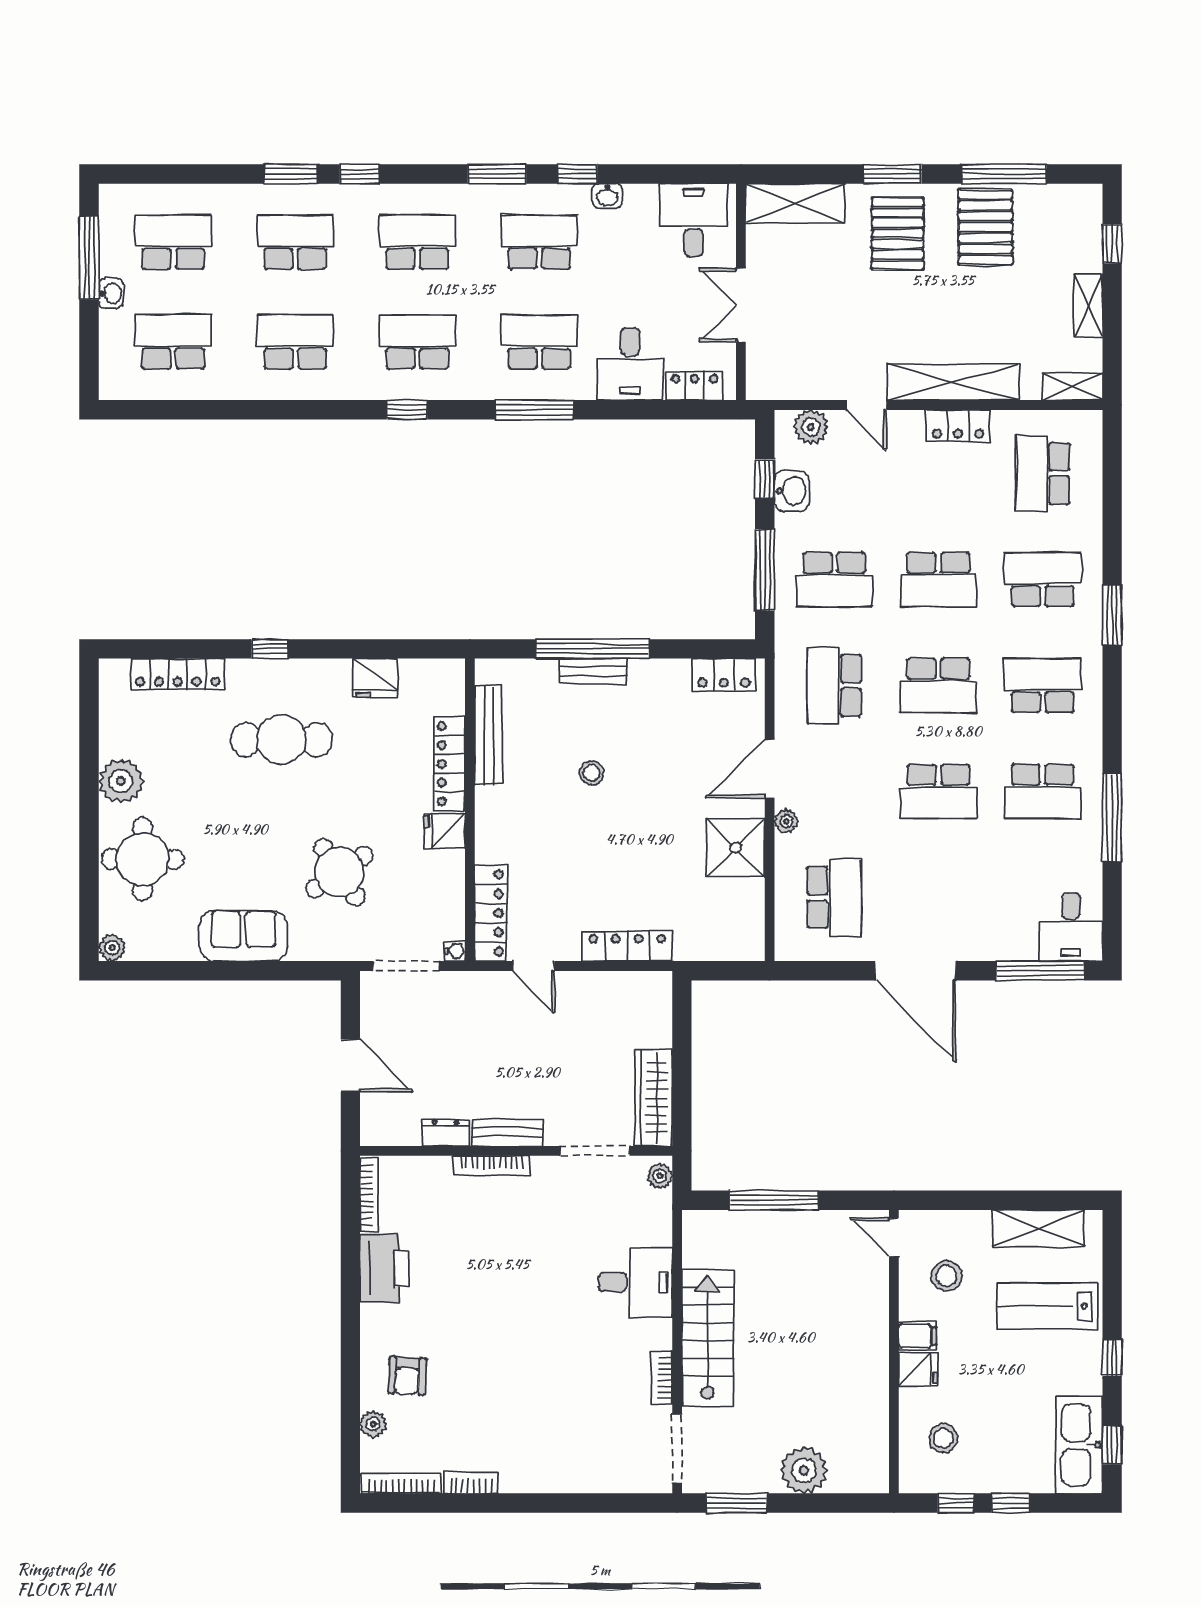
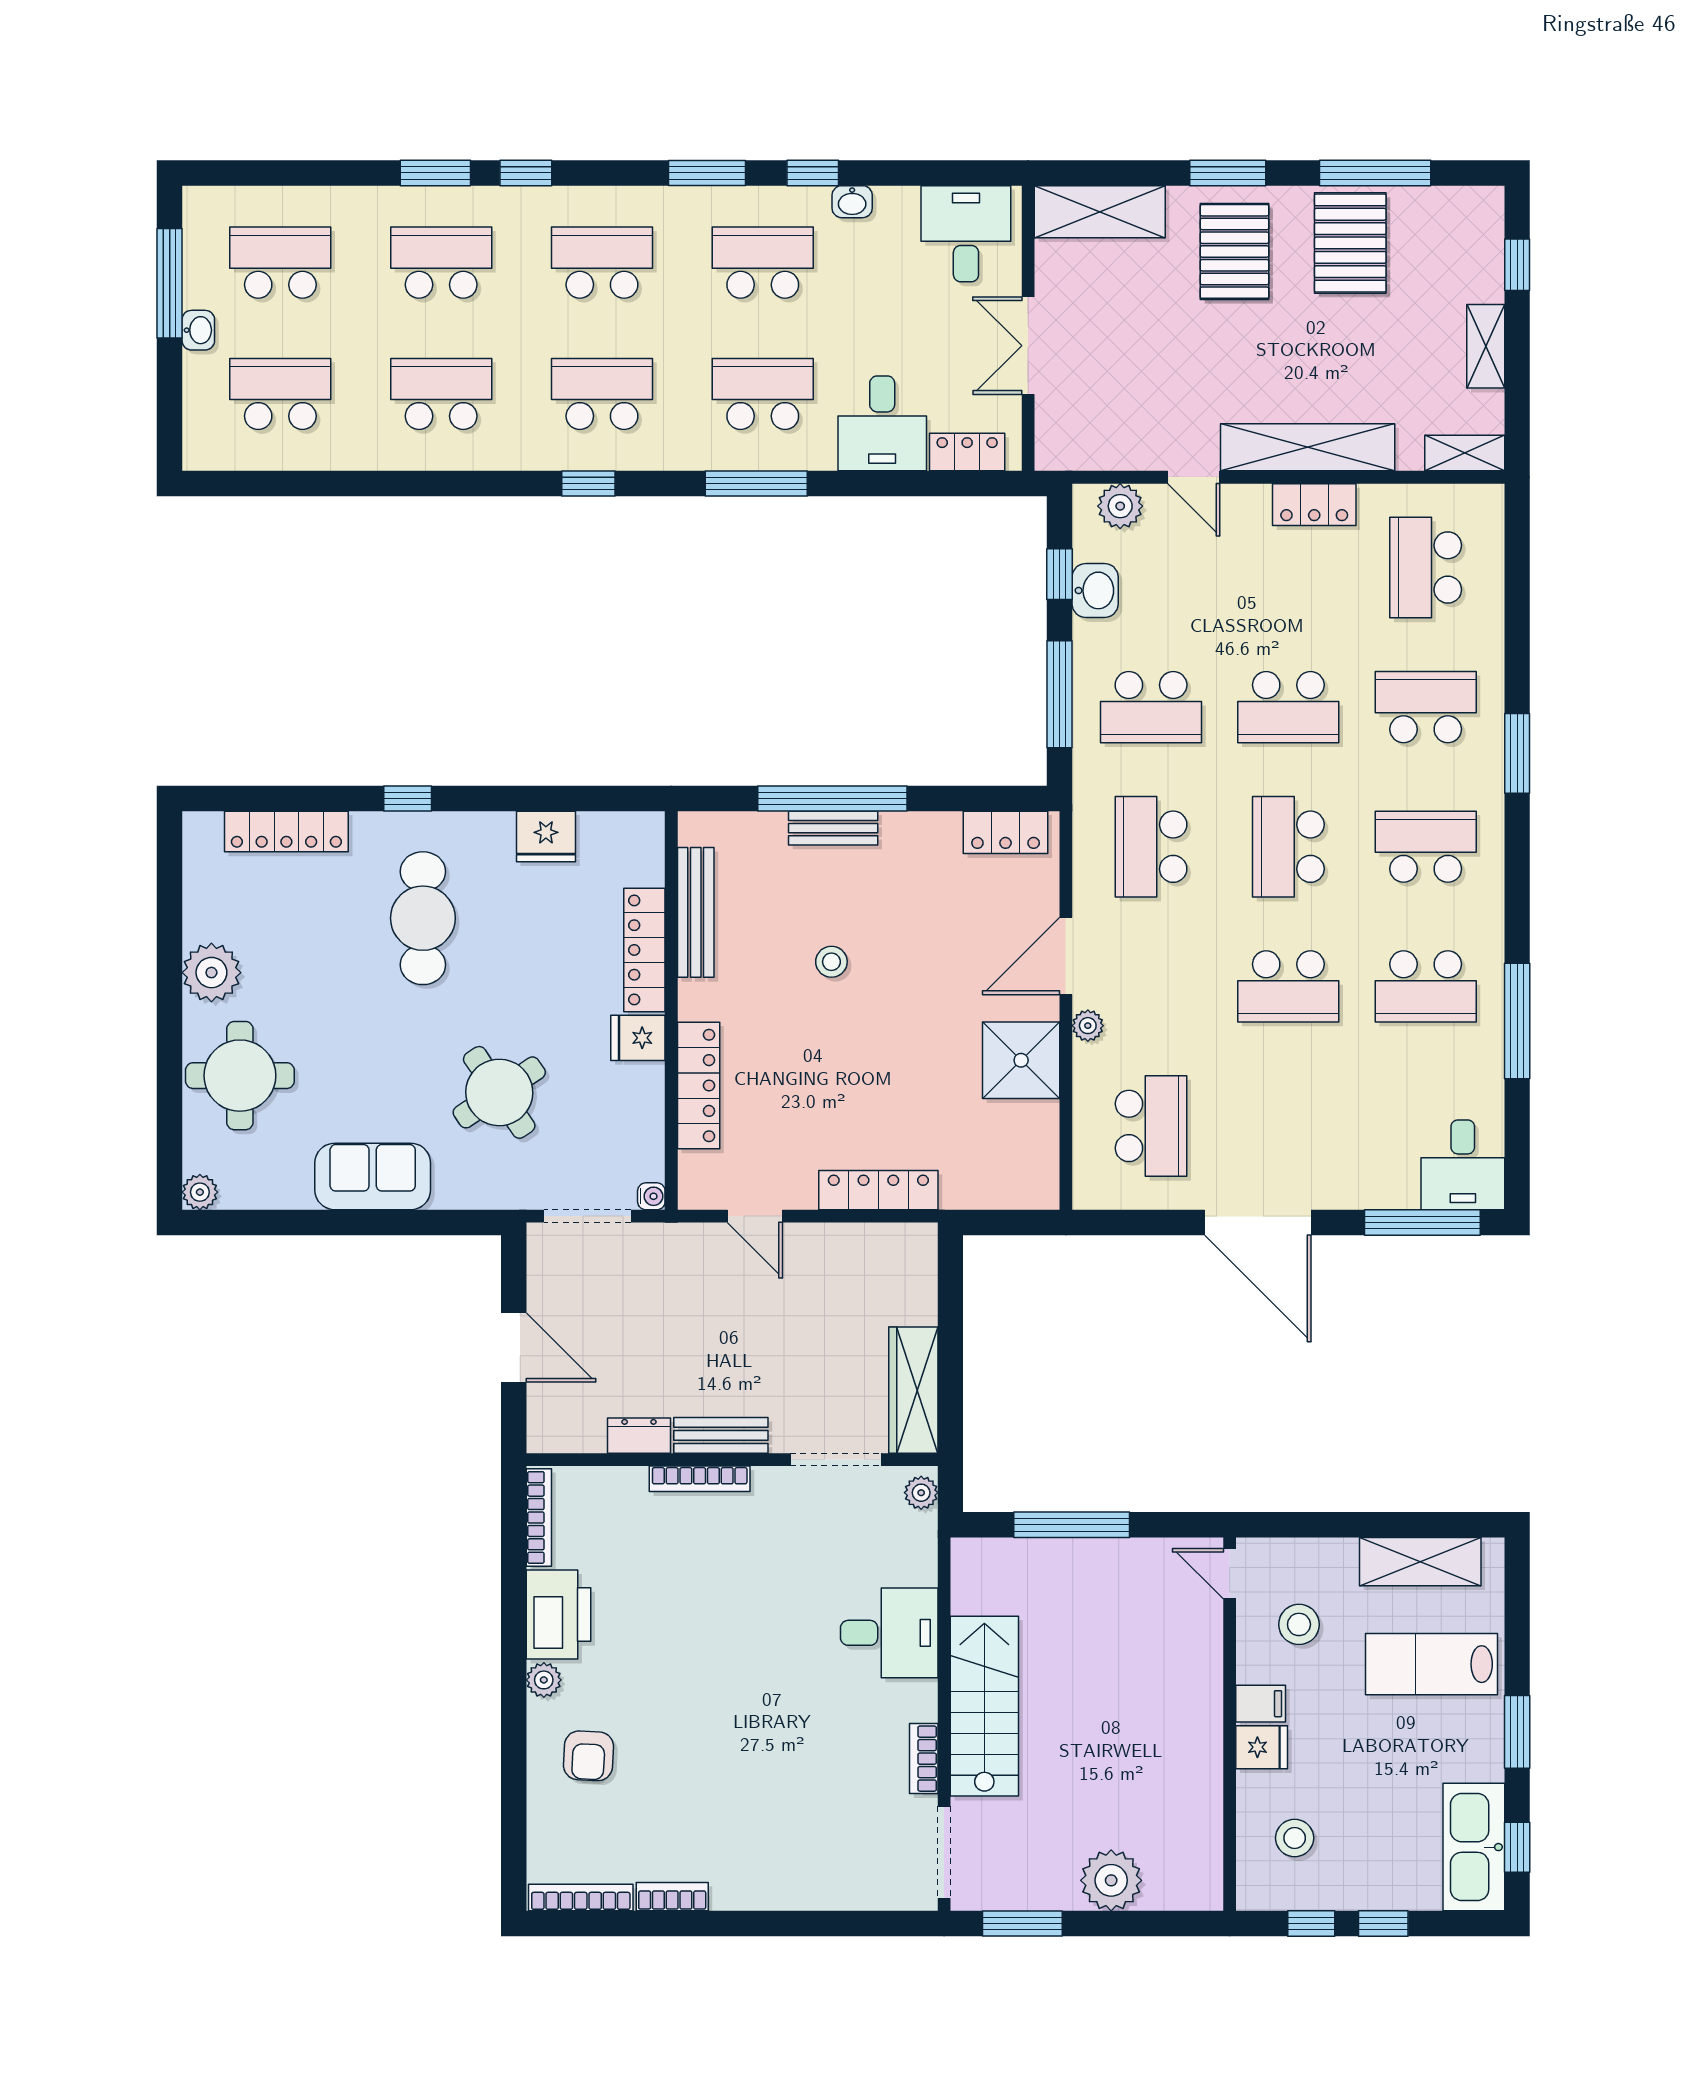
school desk: (938, 685) -> (1288, 847), turned 90
cafe table: (281, 740) -> (423, 918), turned 90
locker: (491, 913) -> (699, 1086), moved
window: (1112, 1358) -> (1517, 1732), width x1.50
plant: (373, 1424) -> (544, 1680), moved

